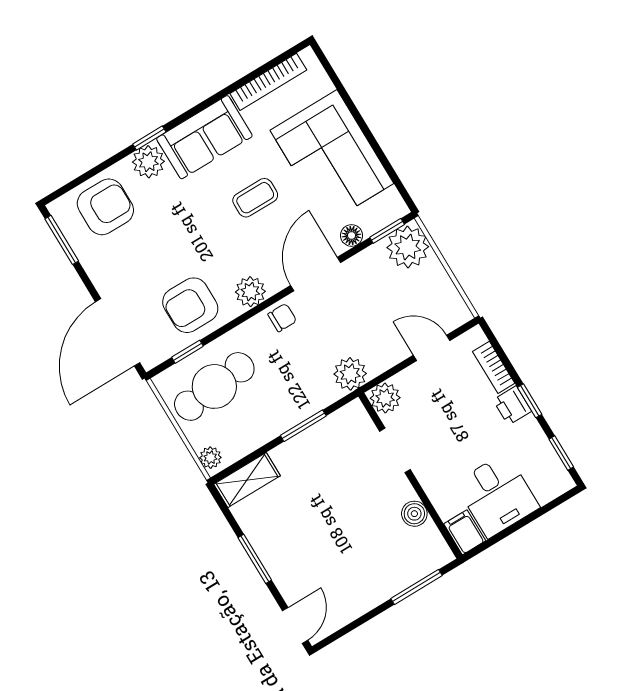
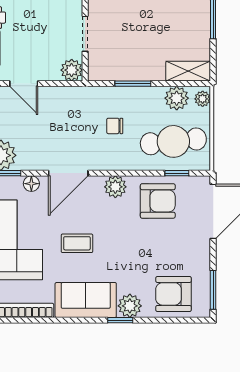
chair: (282, 318) -> (115, 126), moved
plant: (350, 374) -> (177, 98), moved

